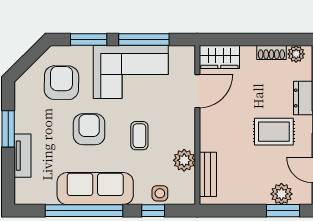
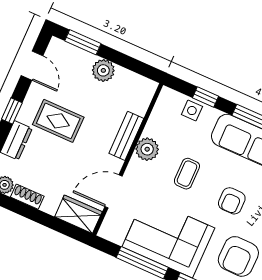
armchair: (89, 129) -> (232, 201), width x0.72, depth x0.72
plant: (184, 160) -> (147, 149), moved
bench: (208, 174) -> (126, 136), moved
plant: (281, 194) -> (103, 70), moved

